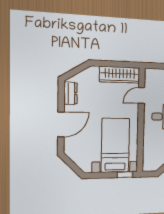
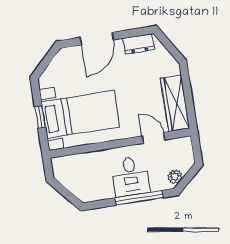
door: (61, 124) -> (97, 39), hinge flipped
window: (125, 175) -> (40, 117), moved

